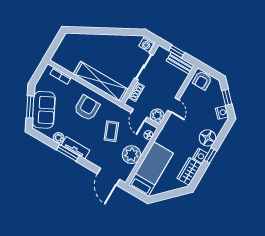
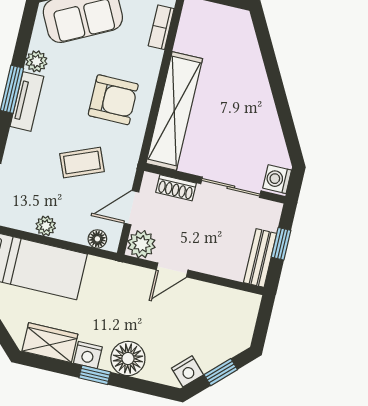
armchair: (202, 80) -> (239, 313), removed
plant: (131, 155) -> (46, 226), width x0.53, depth x0.53

